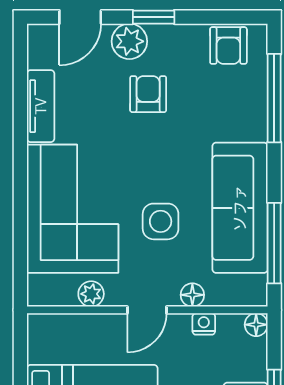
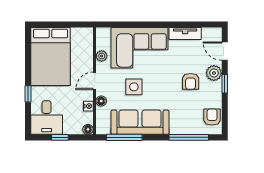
armchair: (228, 46) -> (212, 117), turned 90
armchair: (148, 94) -> (191, 81), turned 90
door: (147, 310) -> (95, 81), hinge flipped

